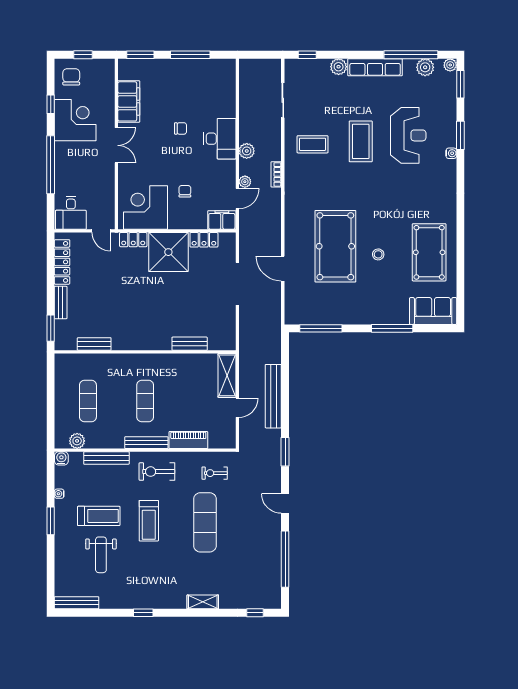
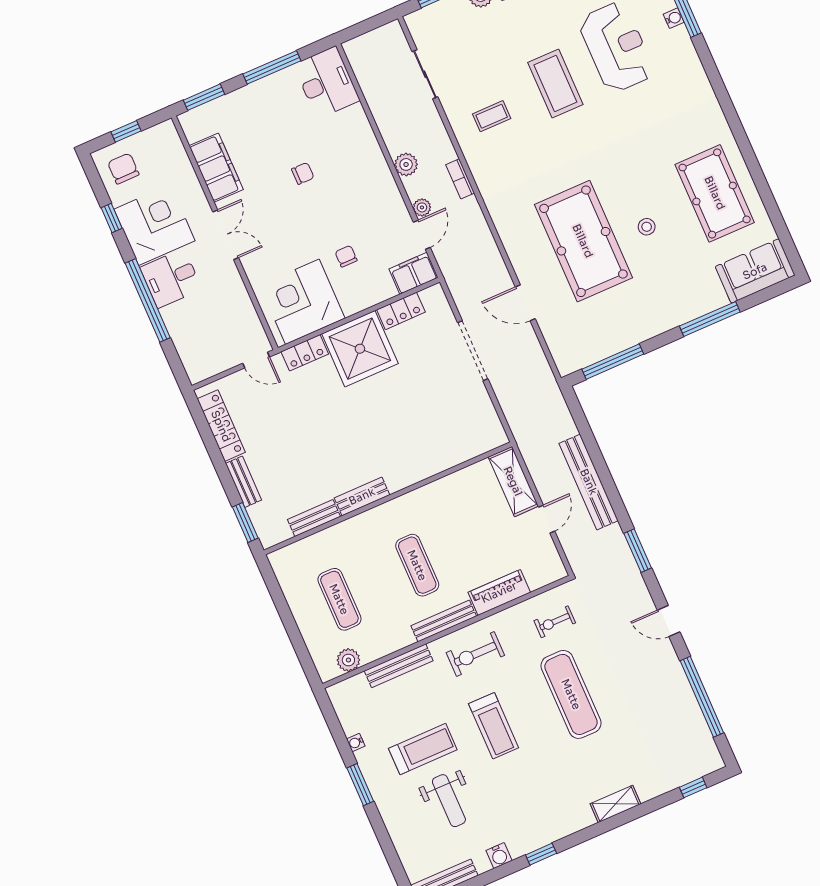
desk: (220, 139) -> (327, 83), moved
coffee table: (313, 144) -> (492, 116), width x0.73, depth x0.77
water cooler: (451, 153) -> (674, 18), moved
desk: (71, 213) -> (171, 278), moved, turned 90
bench: (190, 344) -> (362, 496), moved
water cooler: (61, 458) -> (499, 856), moved, turned 180

